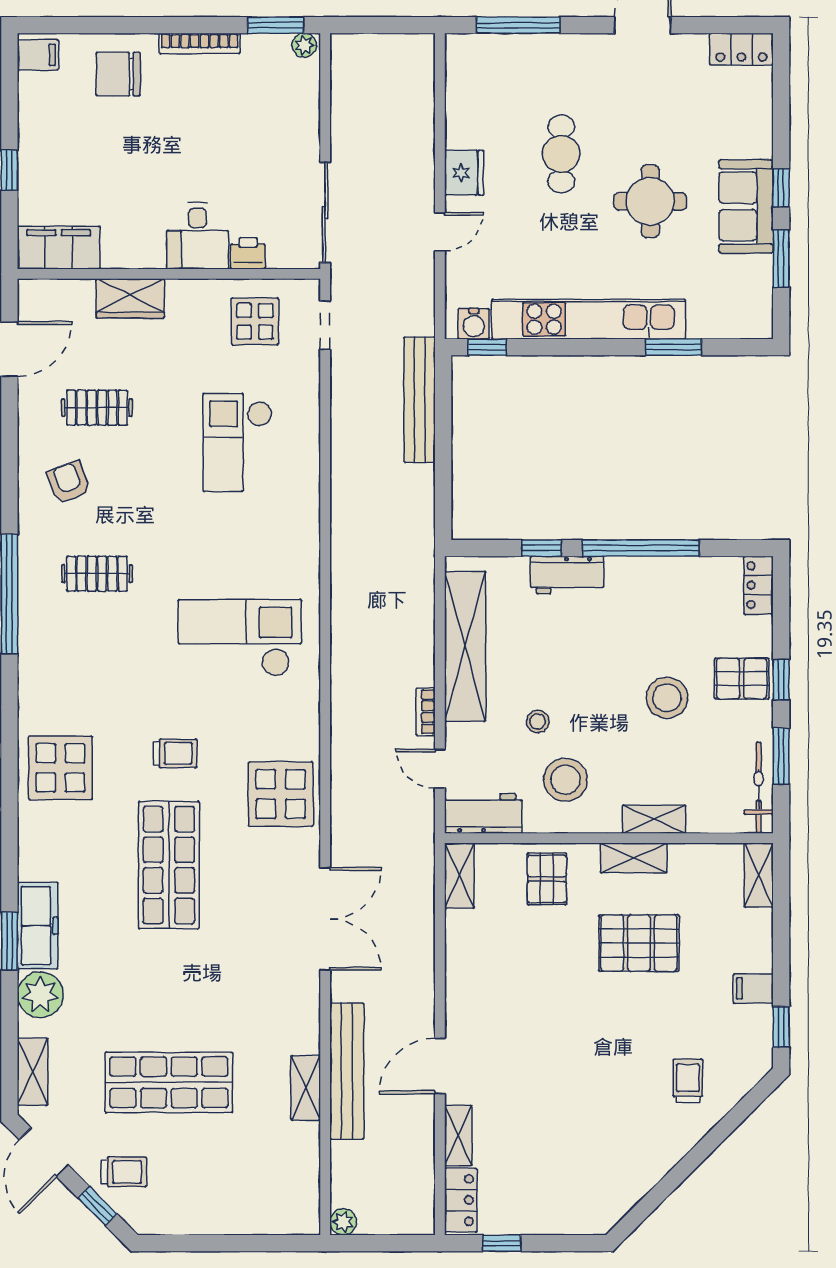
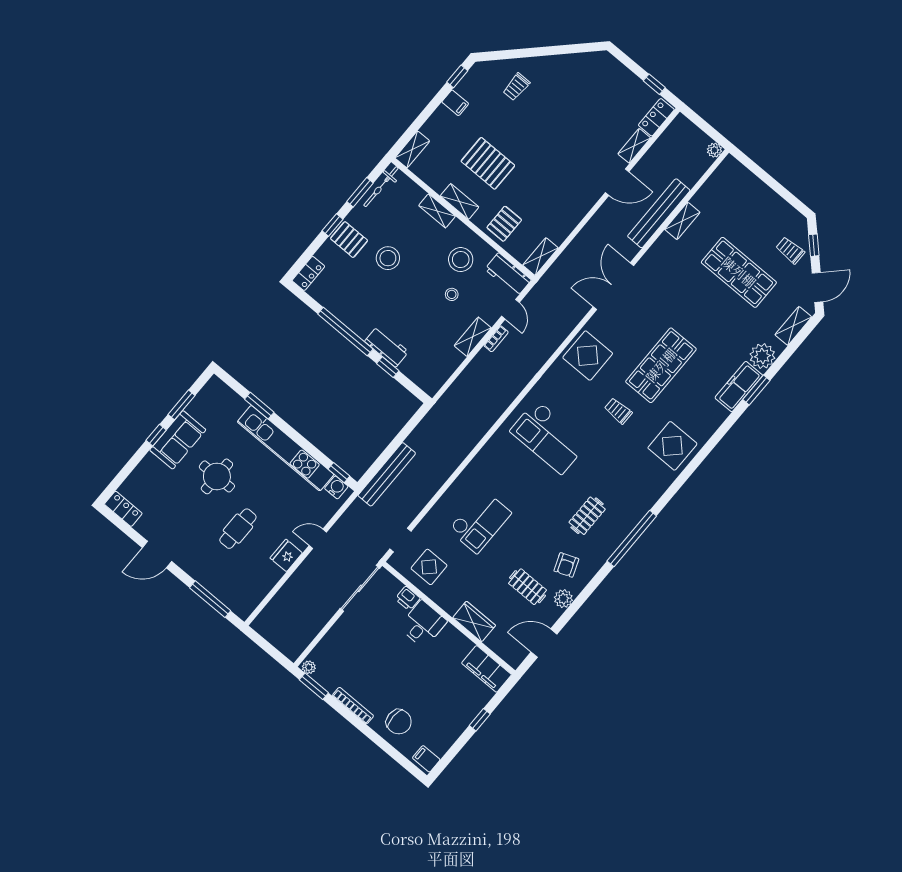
plant: (34, 433) -> (563, 599), added
clothes rail: (97, 574) -> (587, 516), turned 90
shelving: (465, 647) -> (473, 337), width x0.45, depth x0.75

